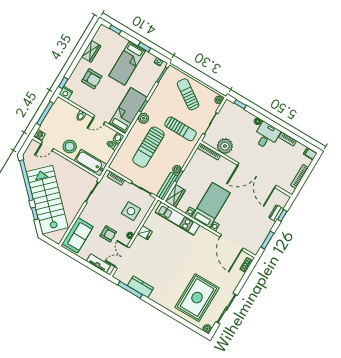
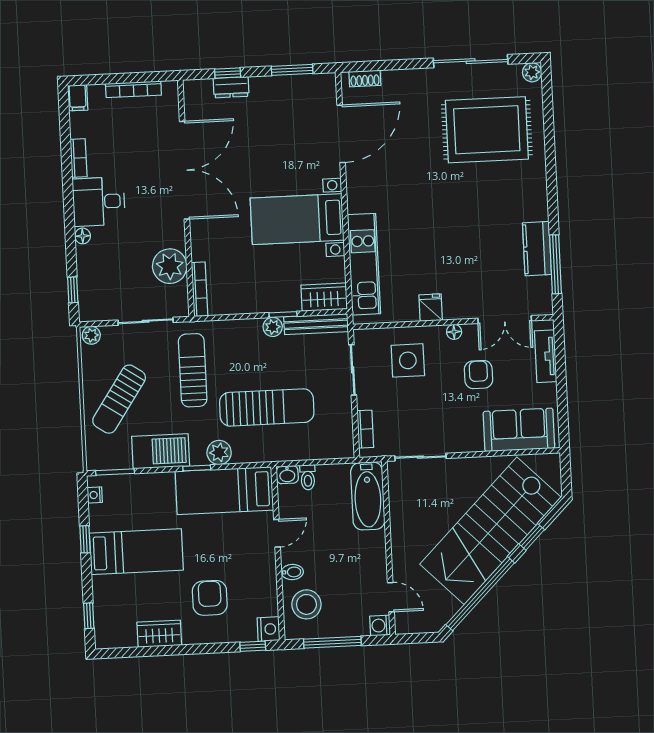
barbecue: (158, 97) -> (161, 451), added
door: (99, 120) -> (277, 533), hinge flipped
stool: (70, 146) -> (306, 604), moved

